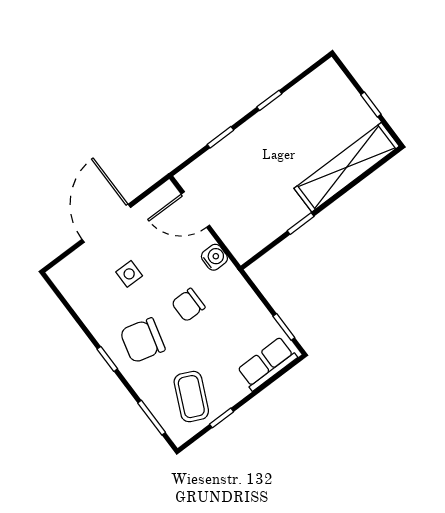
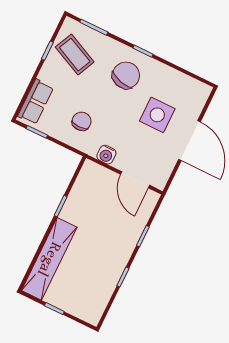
door: (195, 210) -> (135, 180), swing flipped
side table: (129, 274) -> (157, 115), width x1.87, depth x1.87
chair: (188, 305) -> (82, 121), moved

